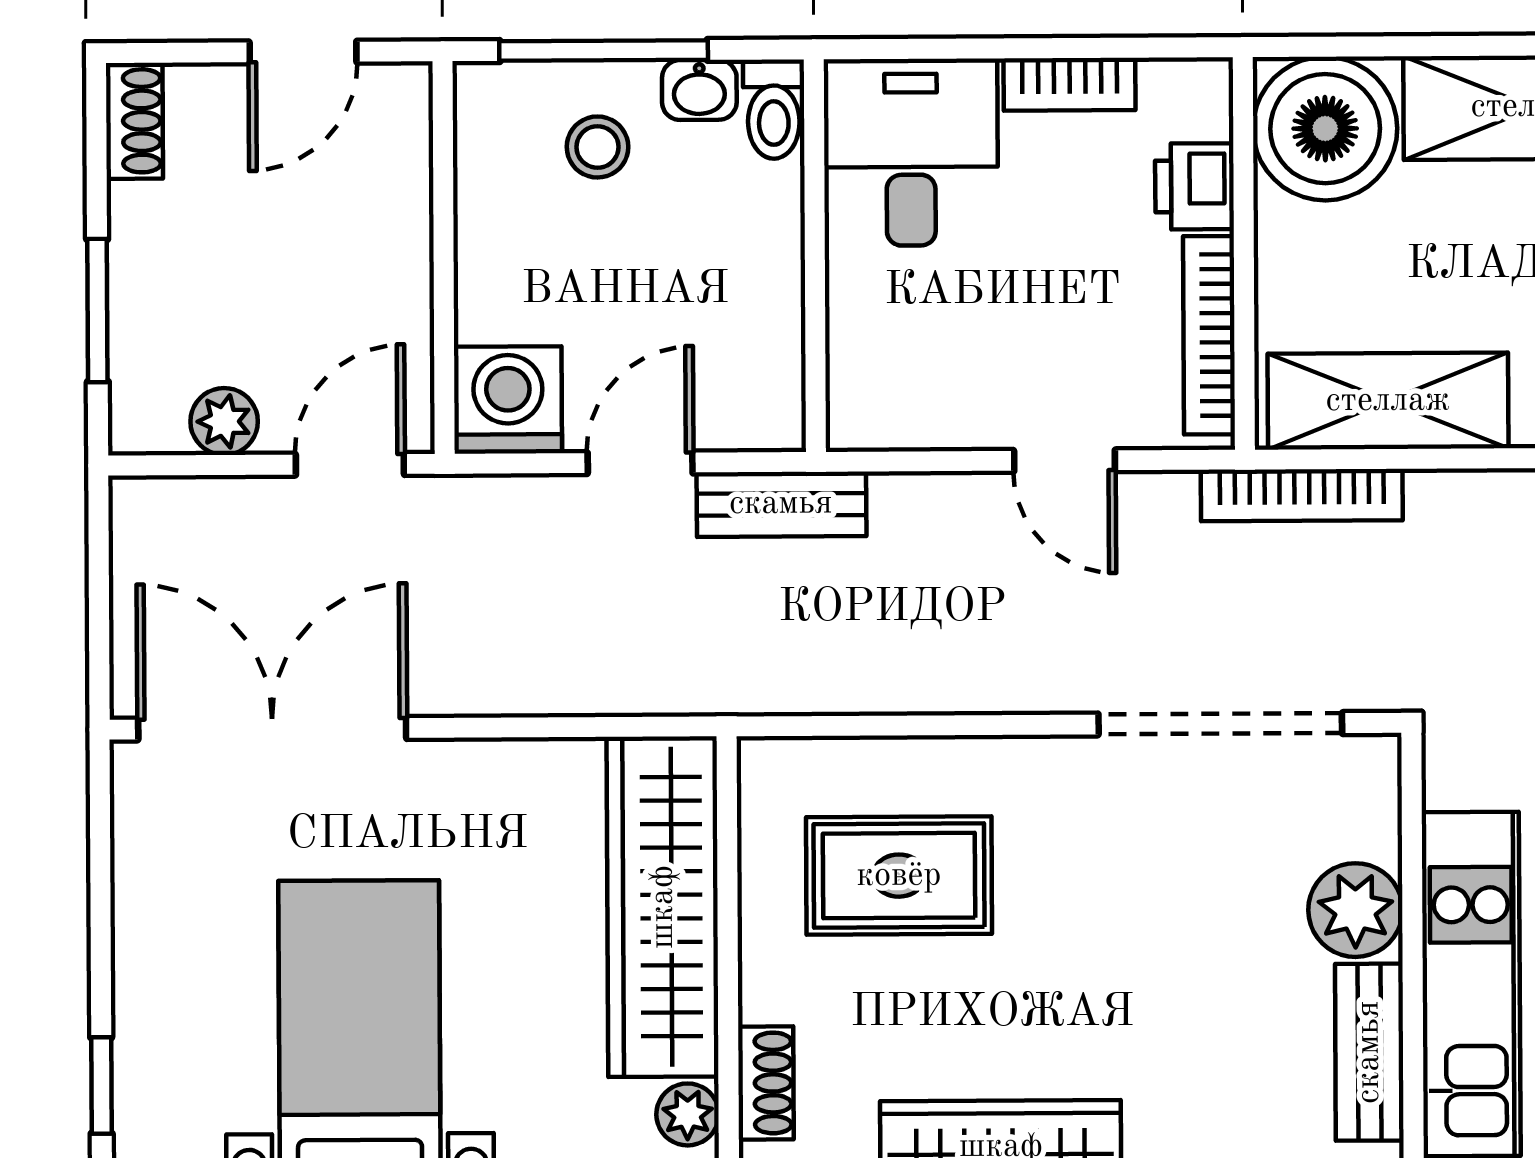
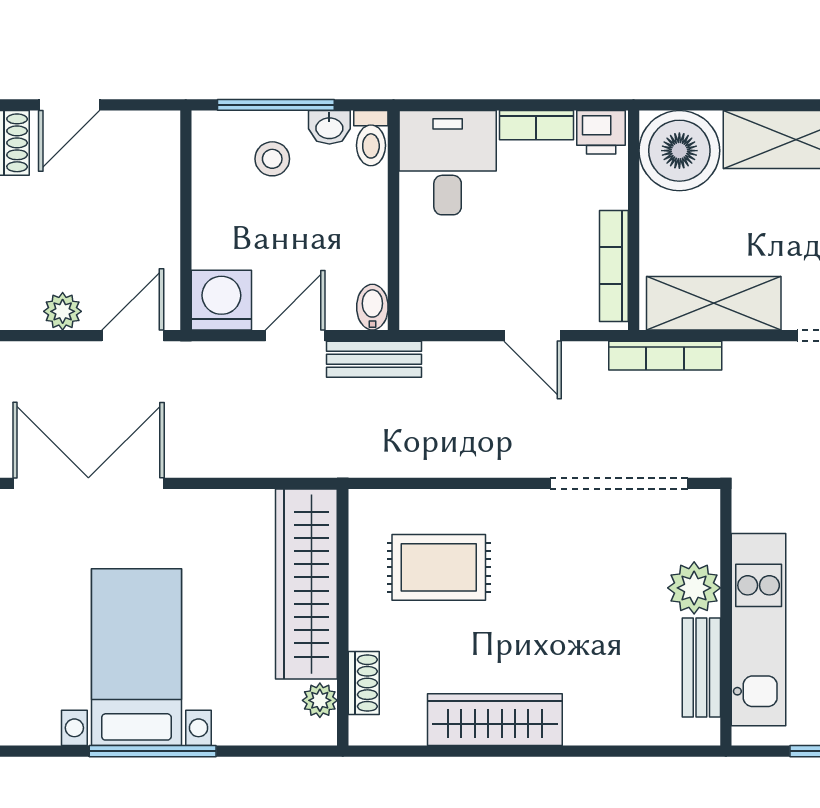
door: (303, 52) -> (69, 105), moved
printer: (1195, 186) -> (601, 132), moved, turned -90
bidet: (778, 411) -> (372, 307), added

